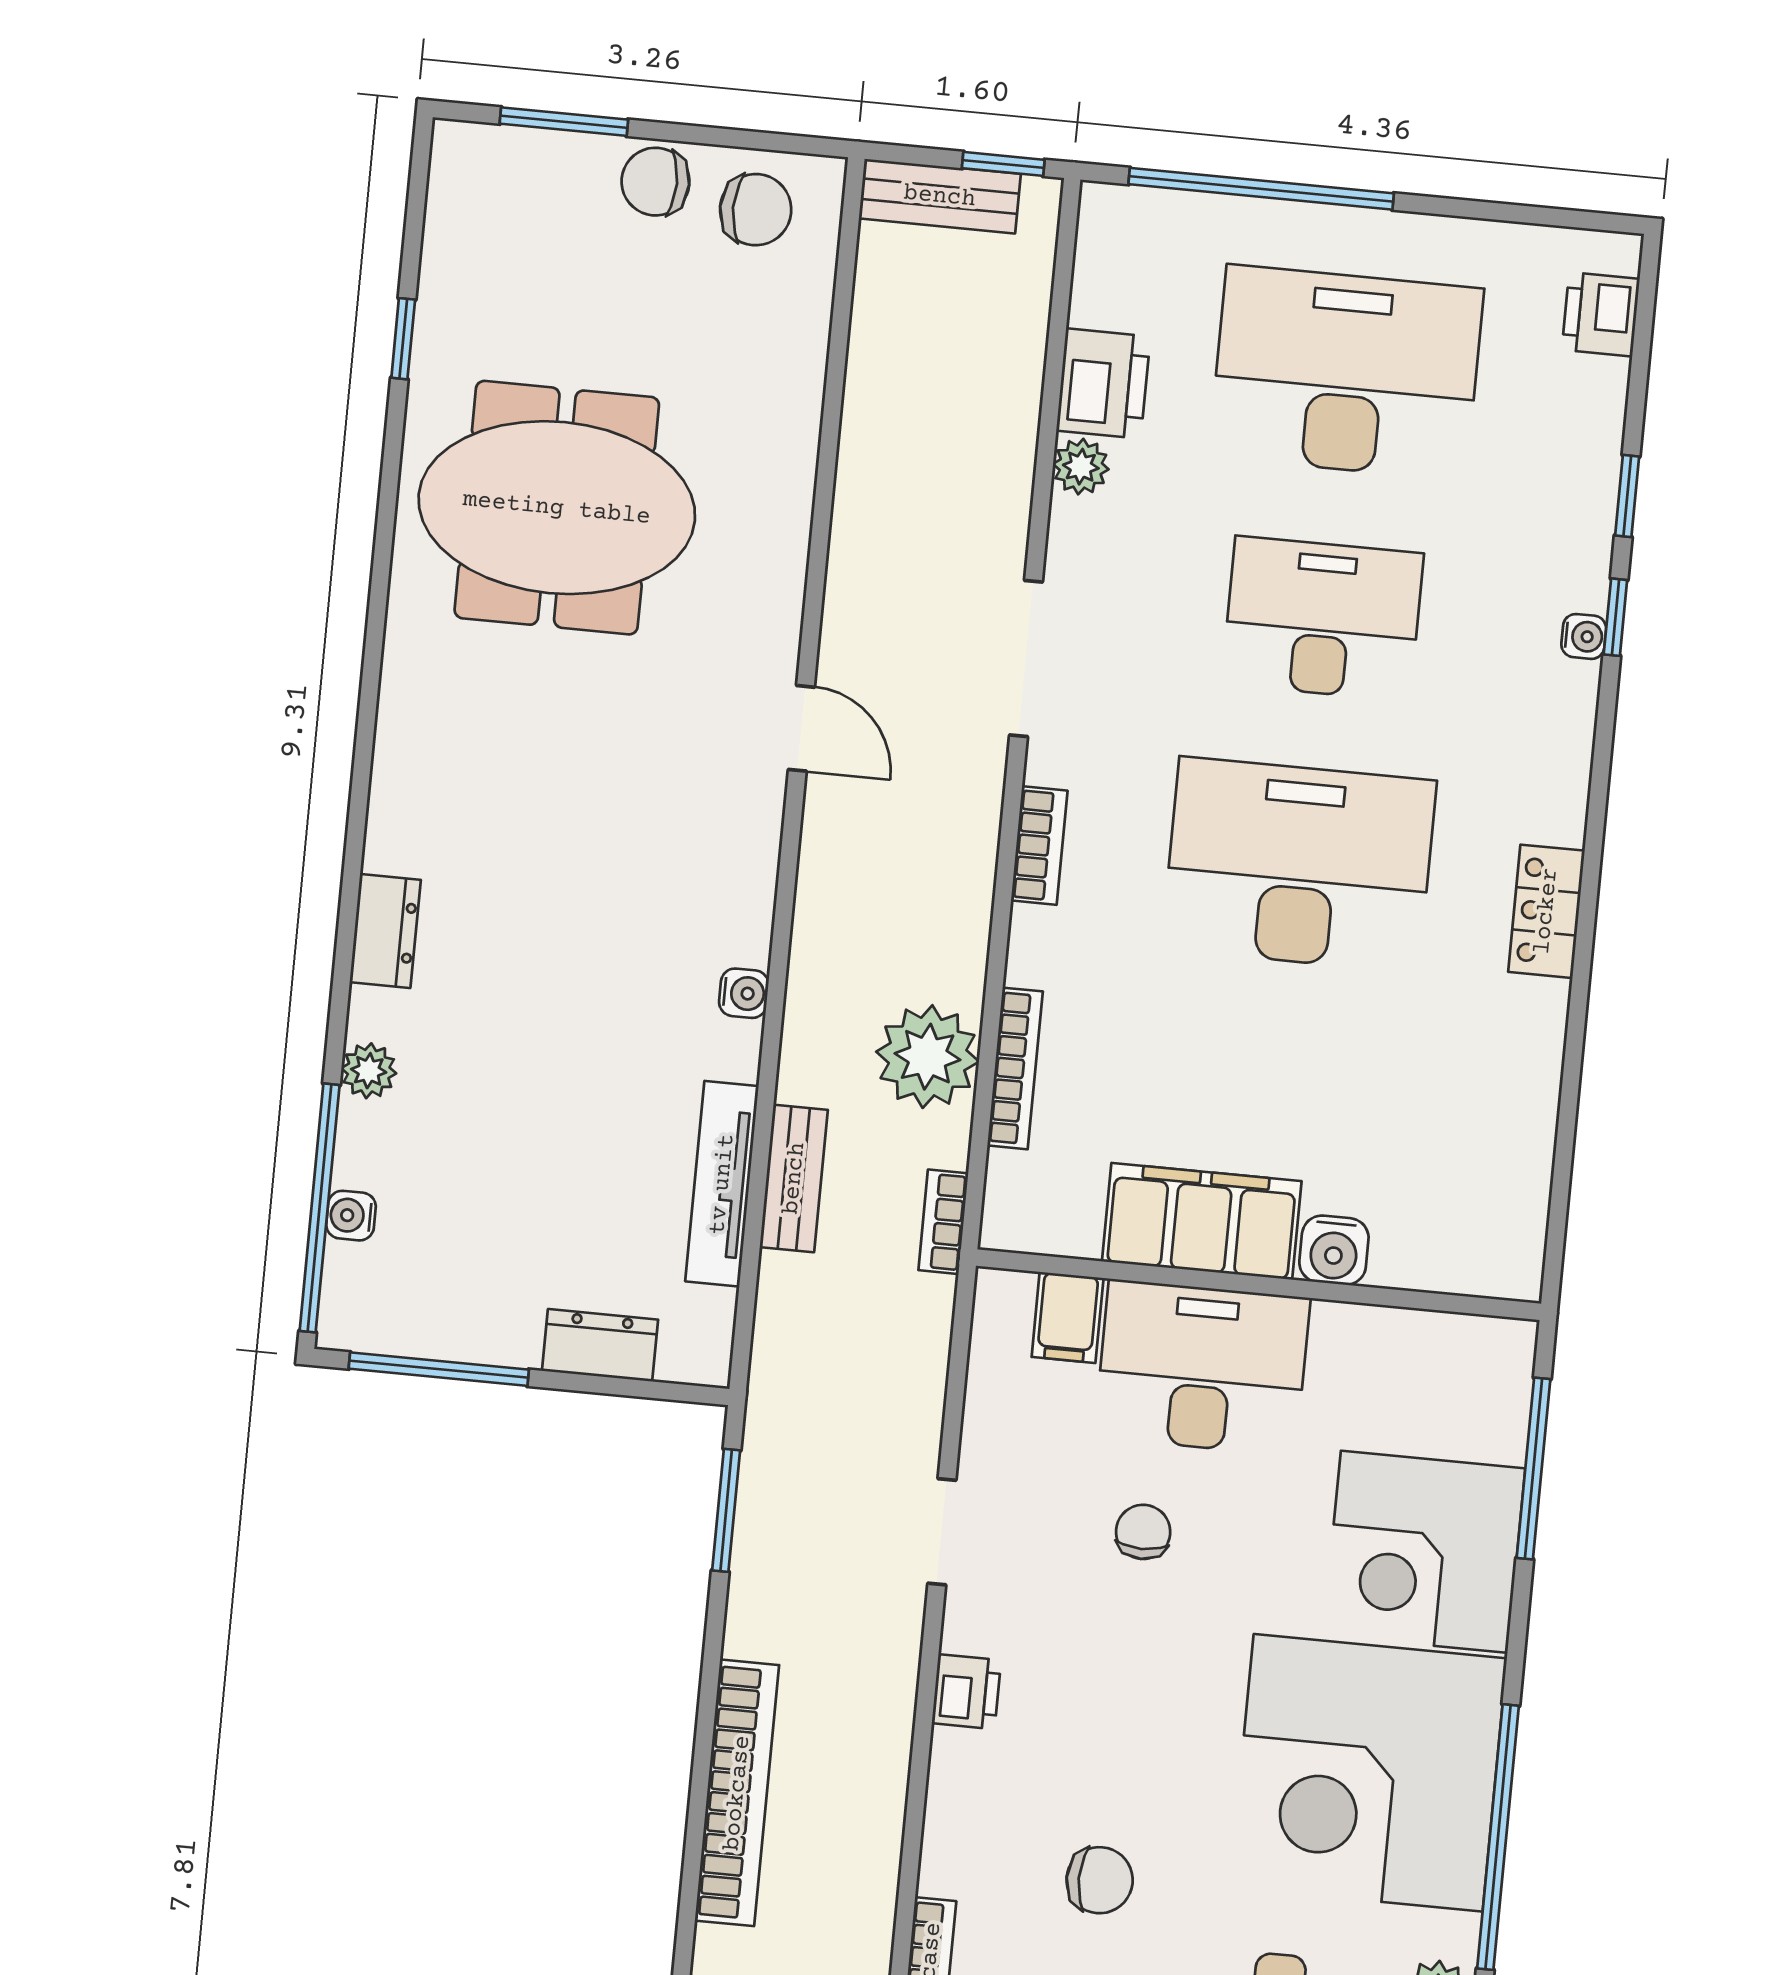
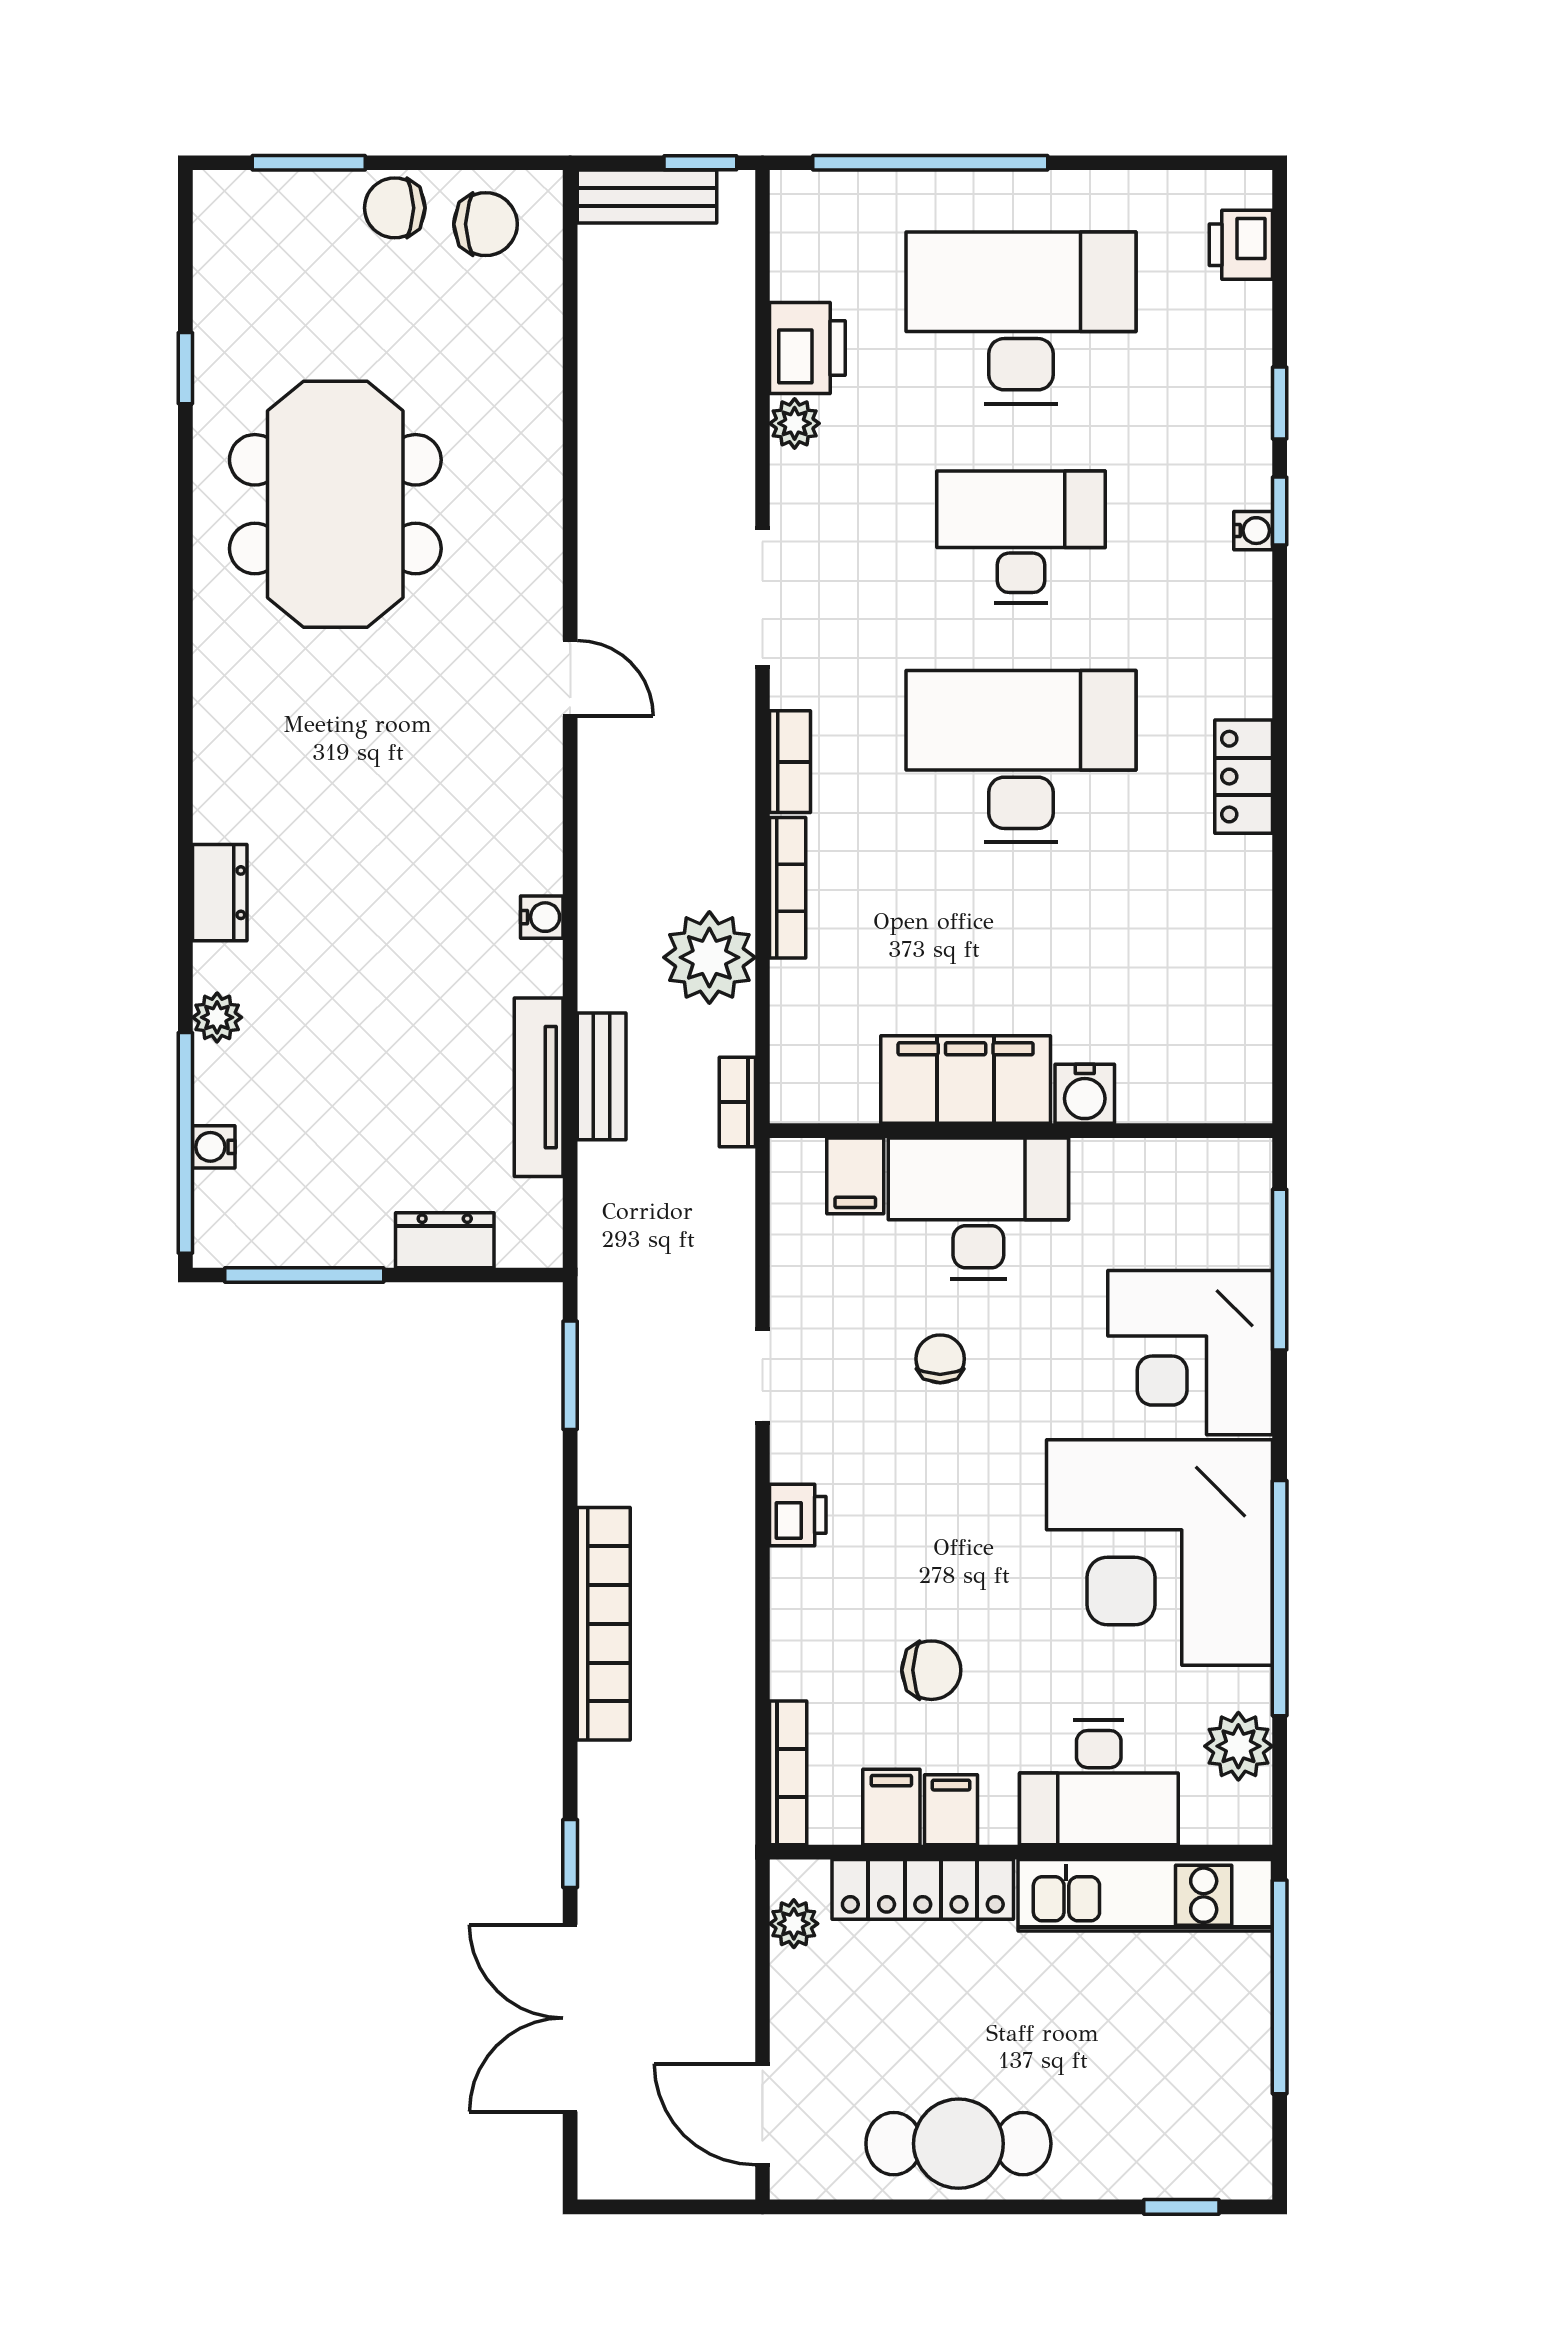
meeting table: (557, 508) -> (335, 504), turned 90
bookcase: (1015, 1068) -> (788, 888), moved

